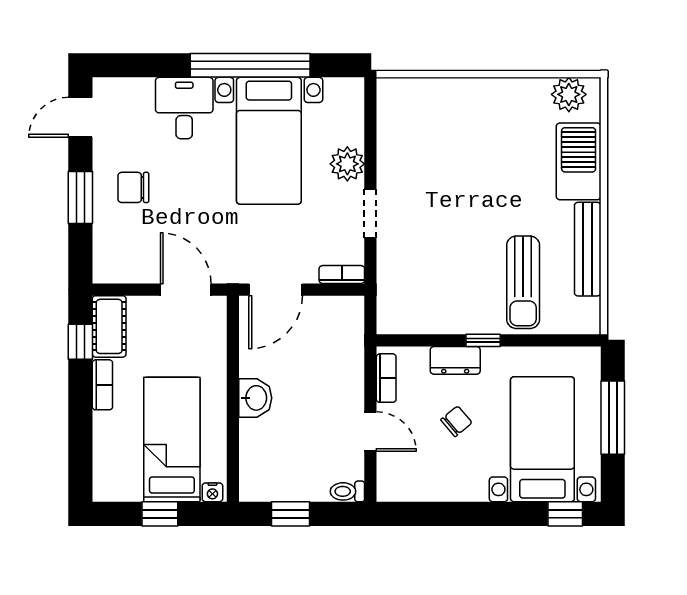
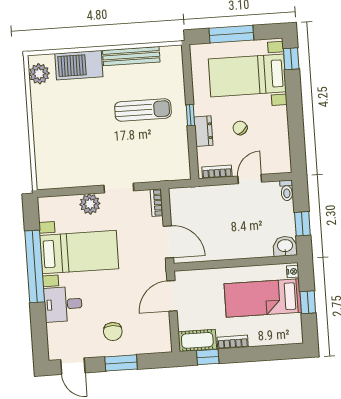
sun lounger: (523, 282) -> (143, 110), moved
washbasin: (255, 398) -> (285, 246), moved

